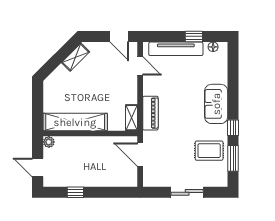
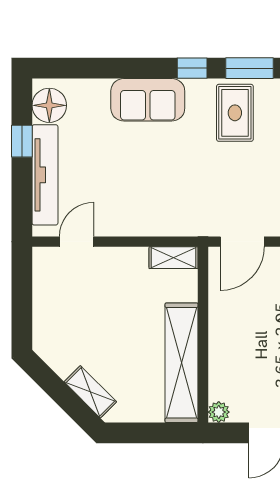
door: (119, 36) -> (22, 280), removed
floor lamp: (213, 47) -> (49, 105), width x1.89, depth x1.89
shelving: (76, 57) -> (90, 392), moved
piano: (150, 113) -> (165, 222), removed

